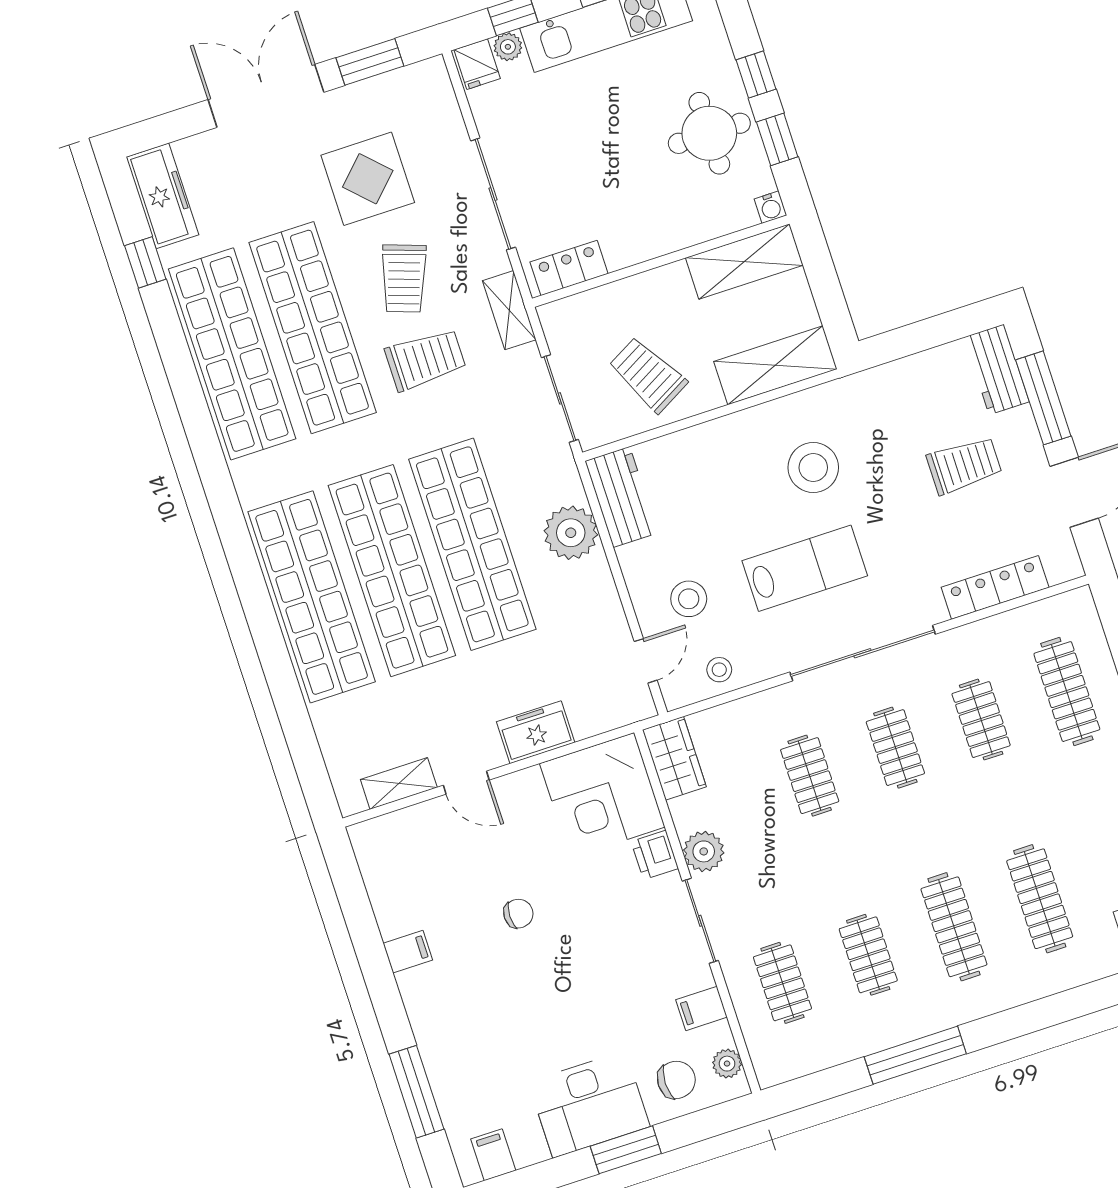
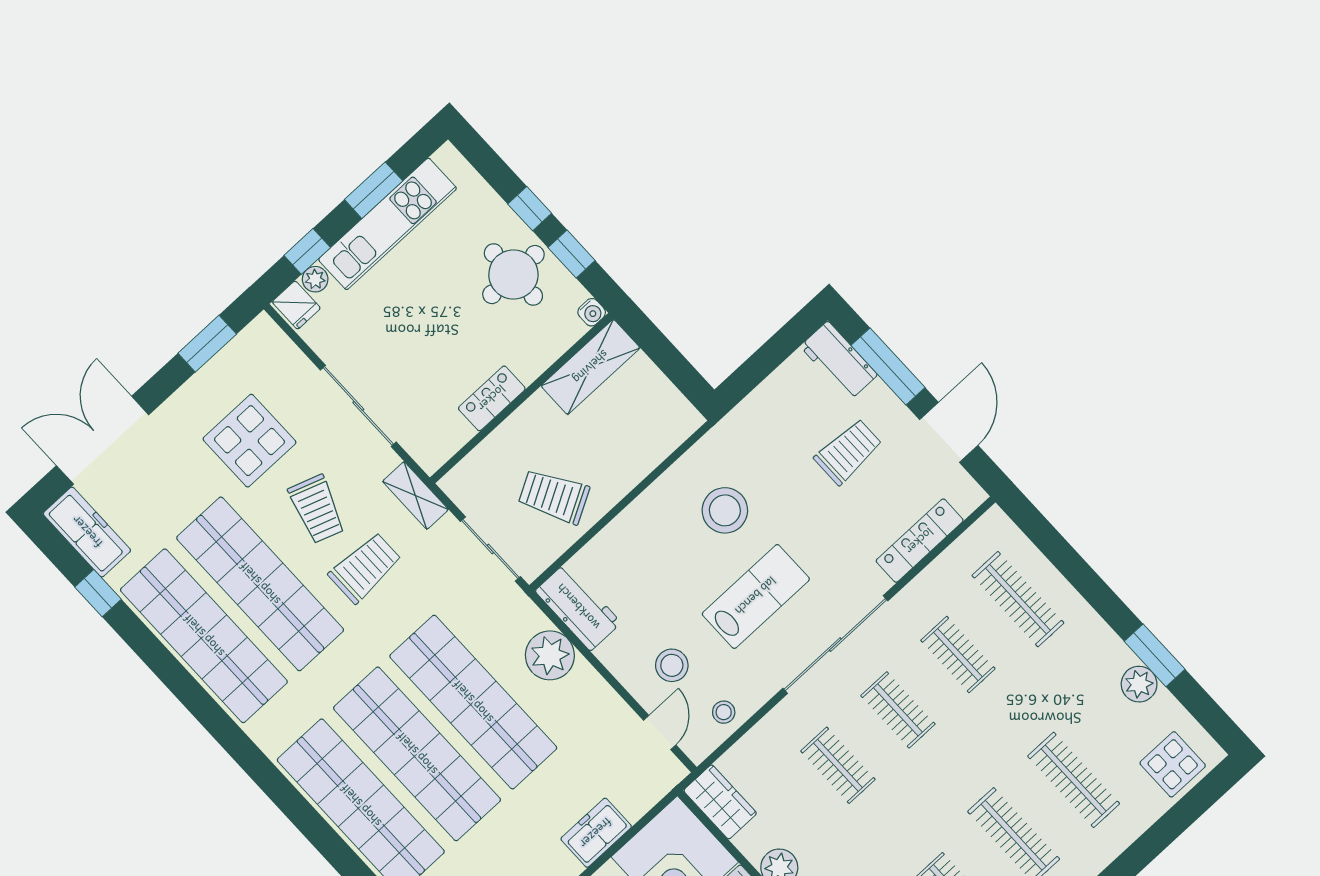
double door: (266, 96) -> (103, 440), moved
locker: (569, 268) -> (492, 398), moved
shelving: (775, 365) -> (655, 441), removed

